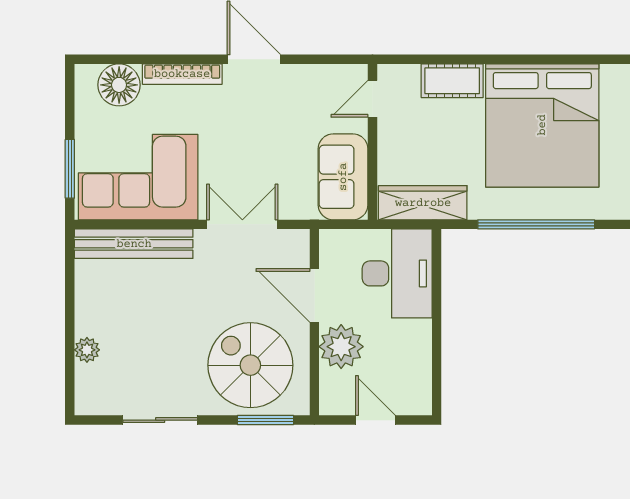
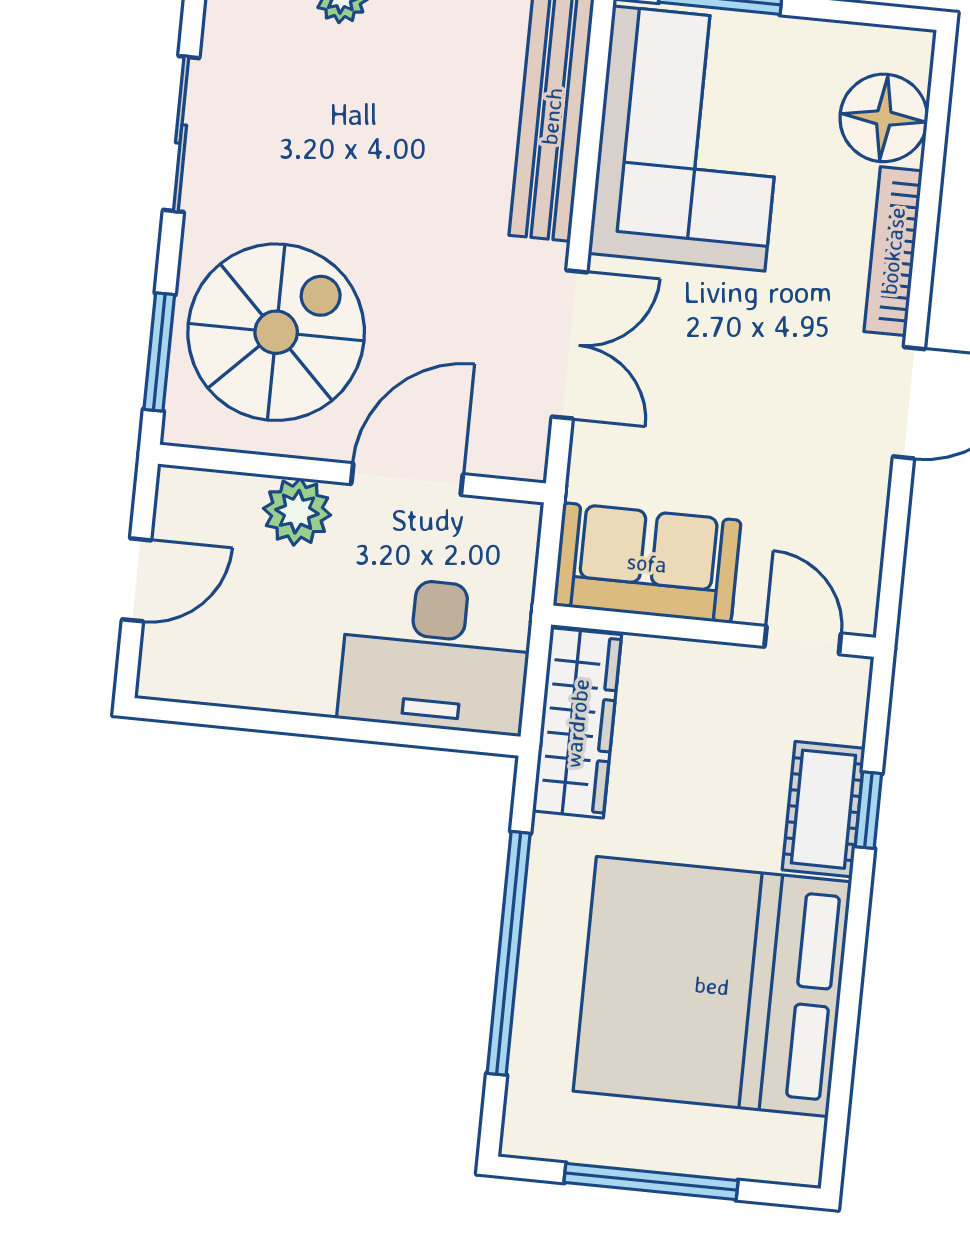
window: (451, 59) -> (868, 810), added
plant: (341, 347) -> (297, 512), width x0.73, depth x0.73

